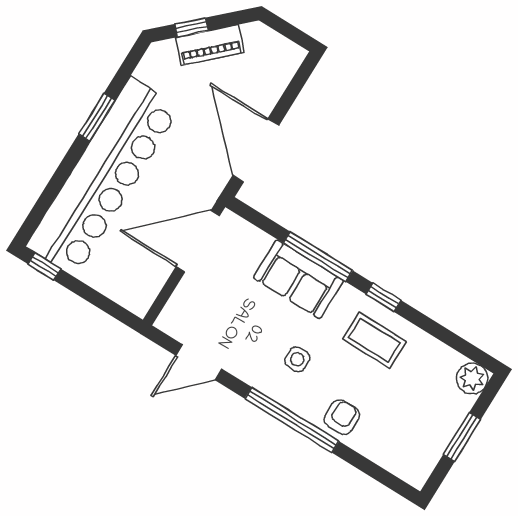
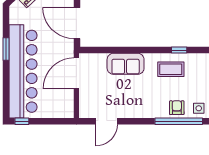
window: (318, 257) -> (128, 50), removed
window: (383, 297) -> (179, 50), moved
side table: (297, 359) -> (199, 108), moved
window: (292, 420) -> (179, 121), moved

